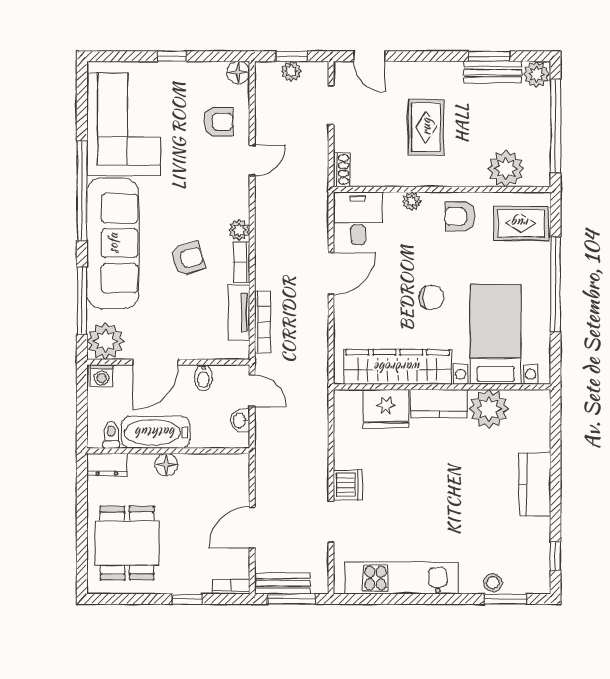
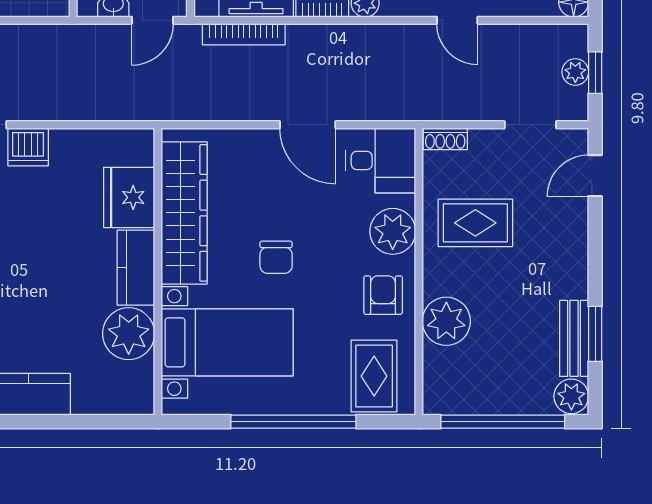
rug: (426, 127) -> (475, 223), moved
plant: (506, 169) -> (446, 321), moved
plant: (412, 201) -> (393, 231), width x1.88, depth x1.88

